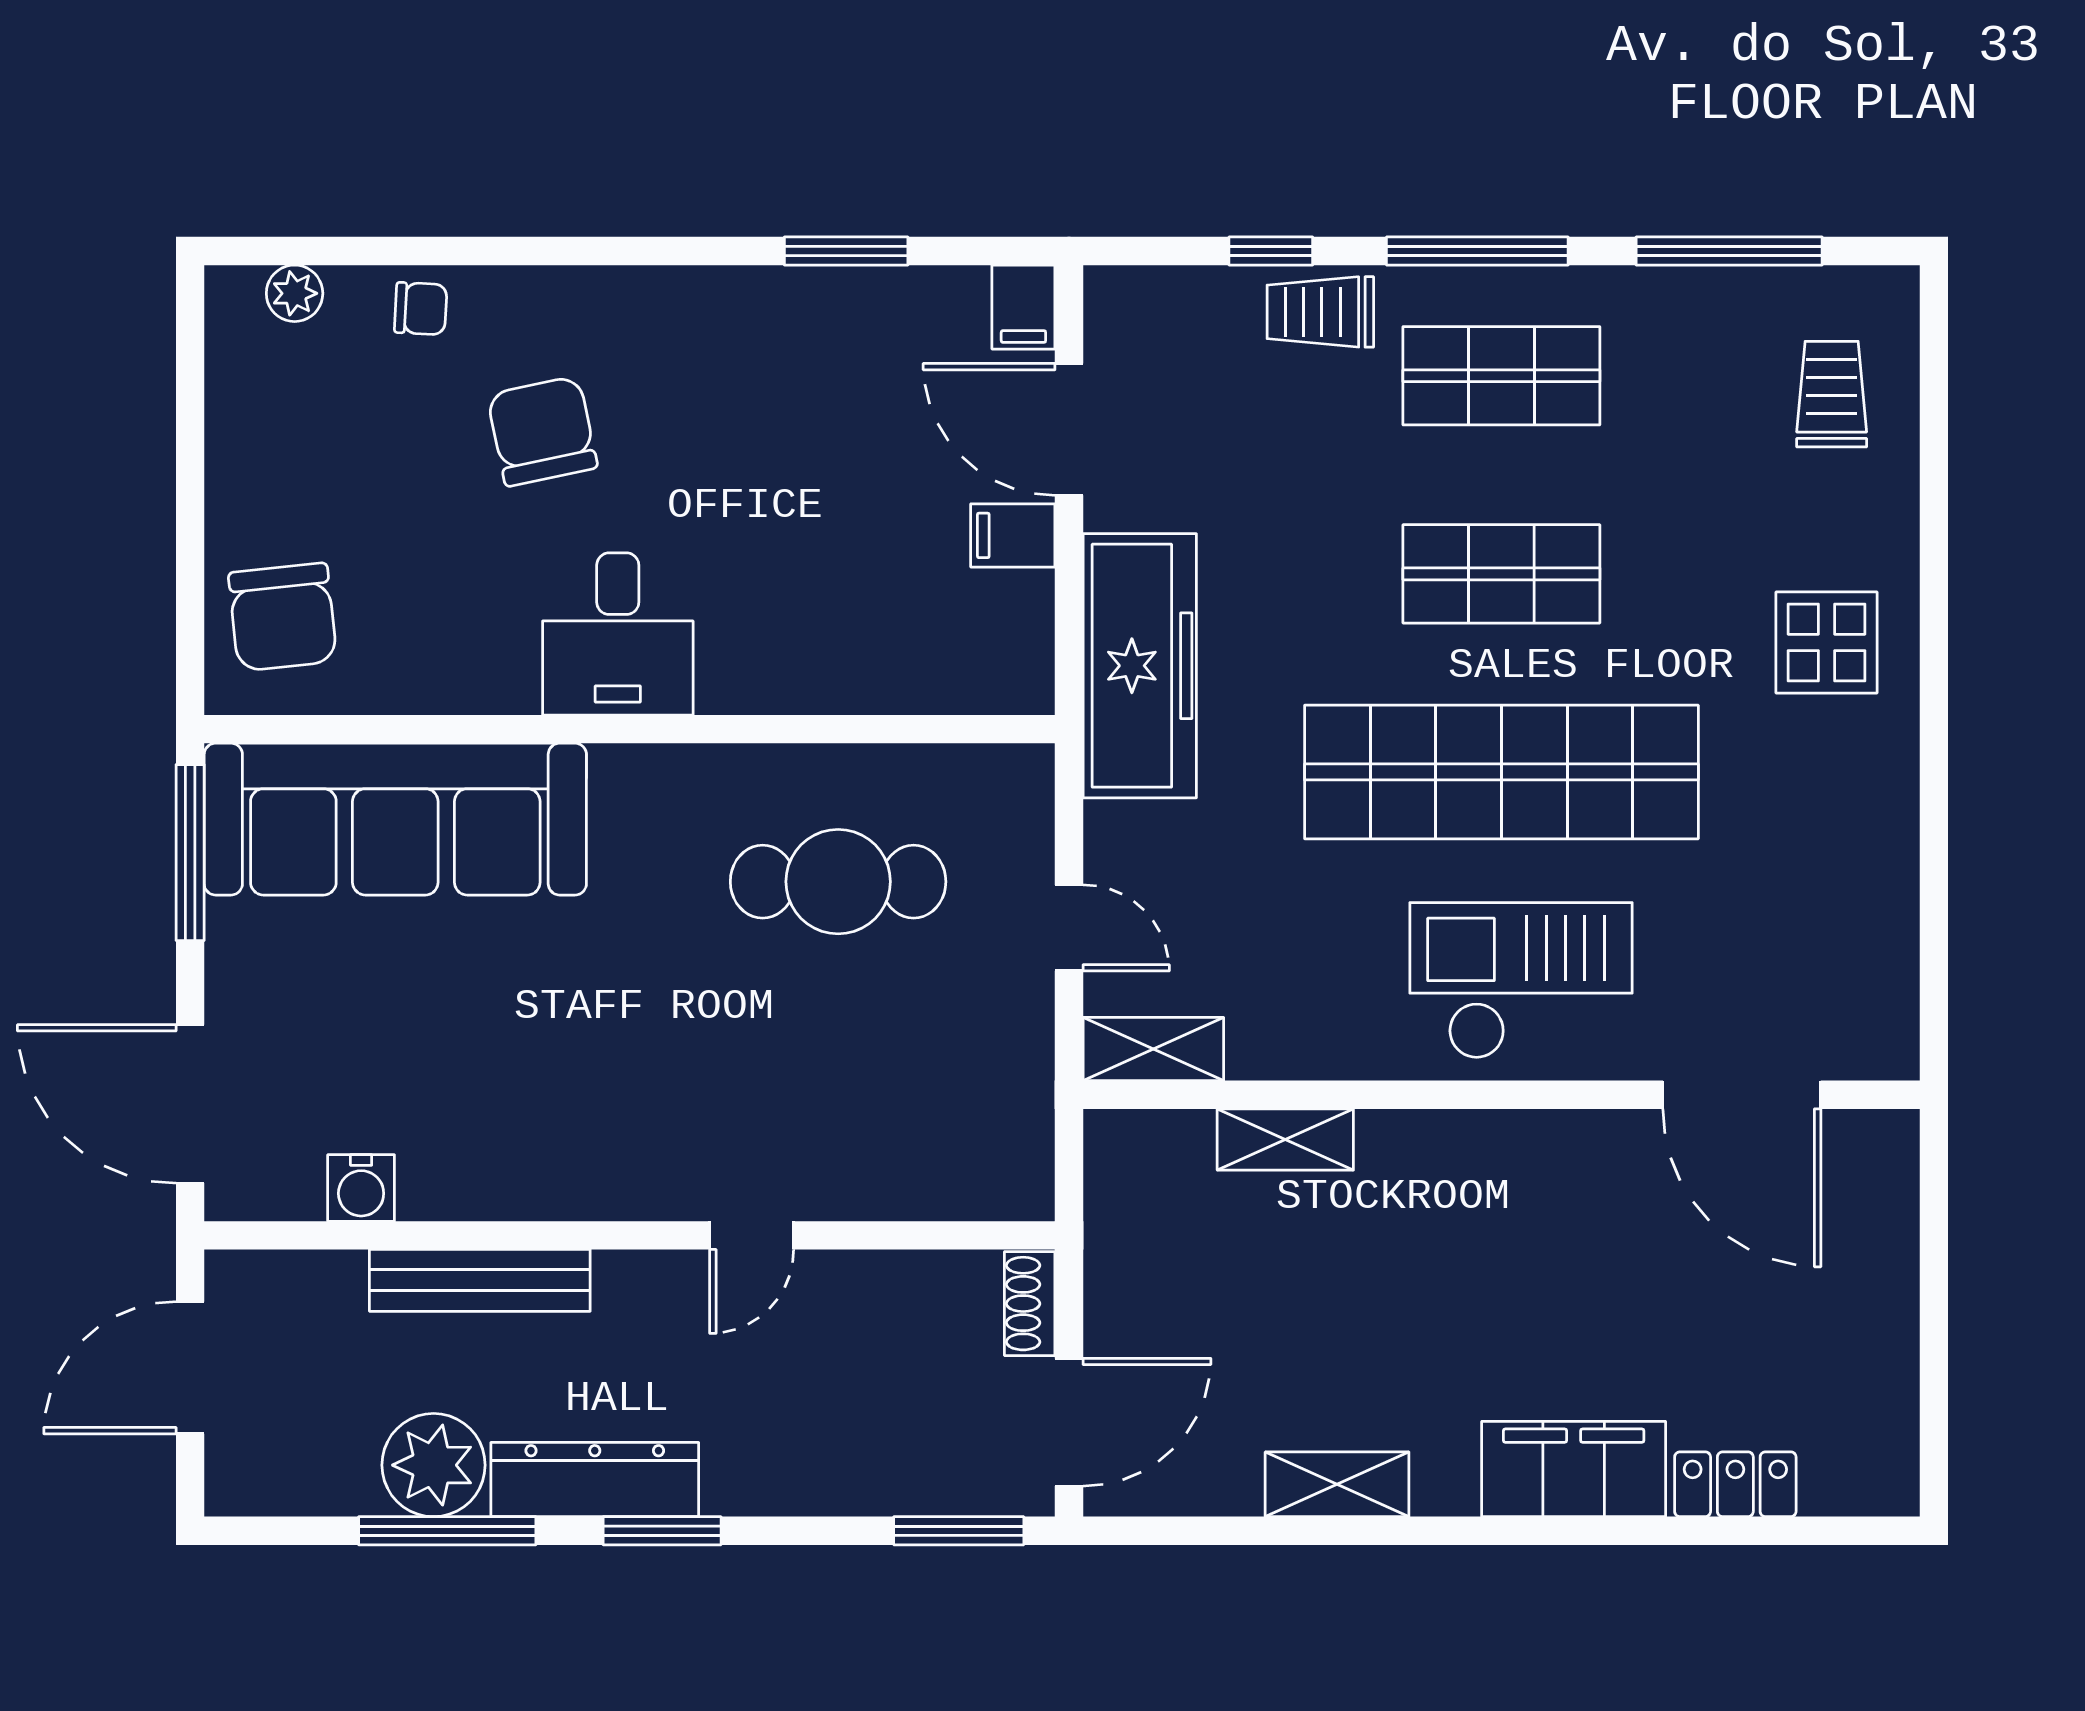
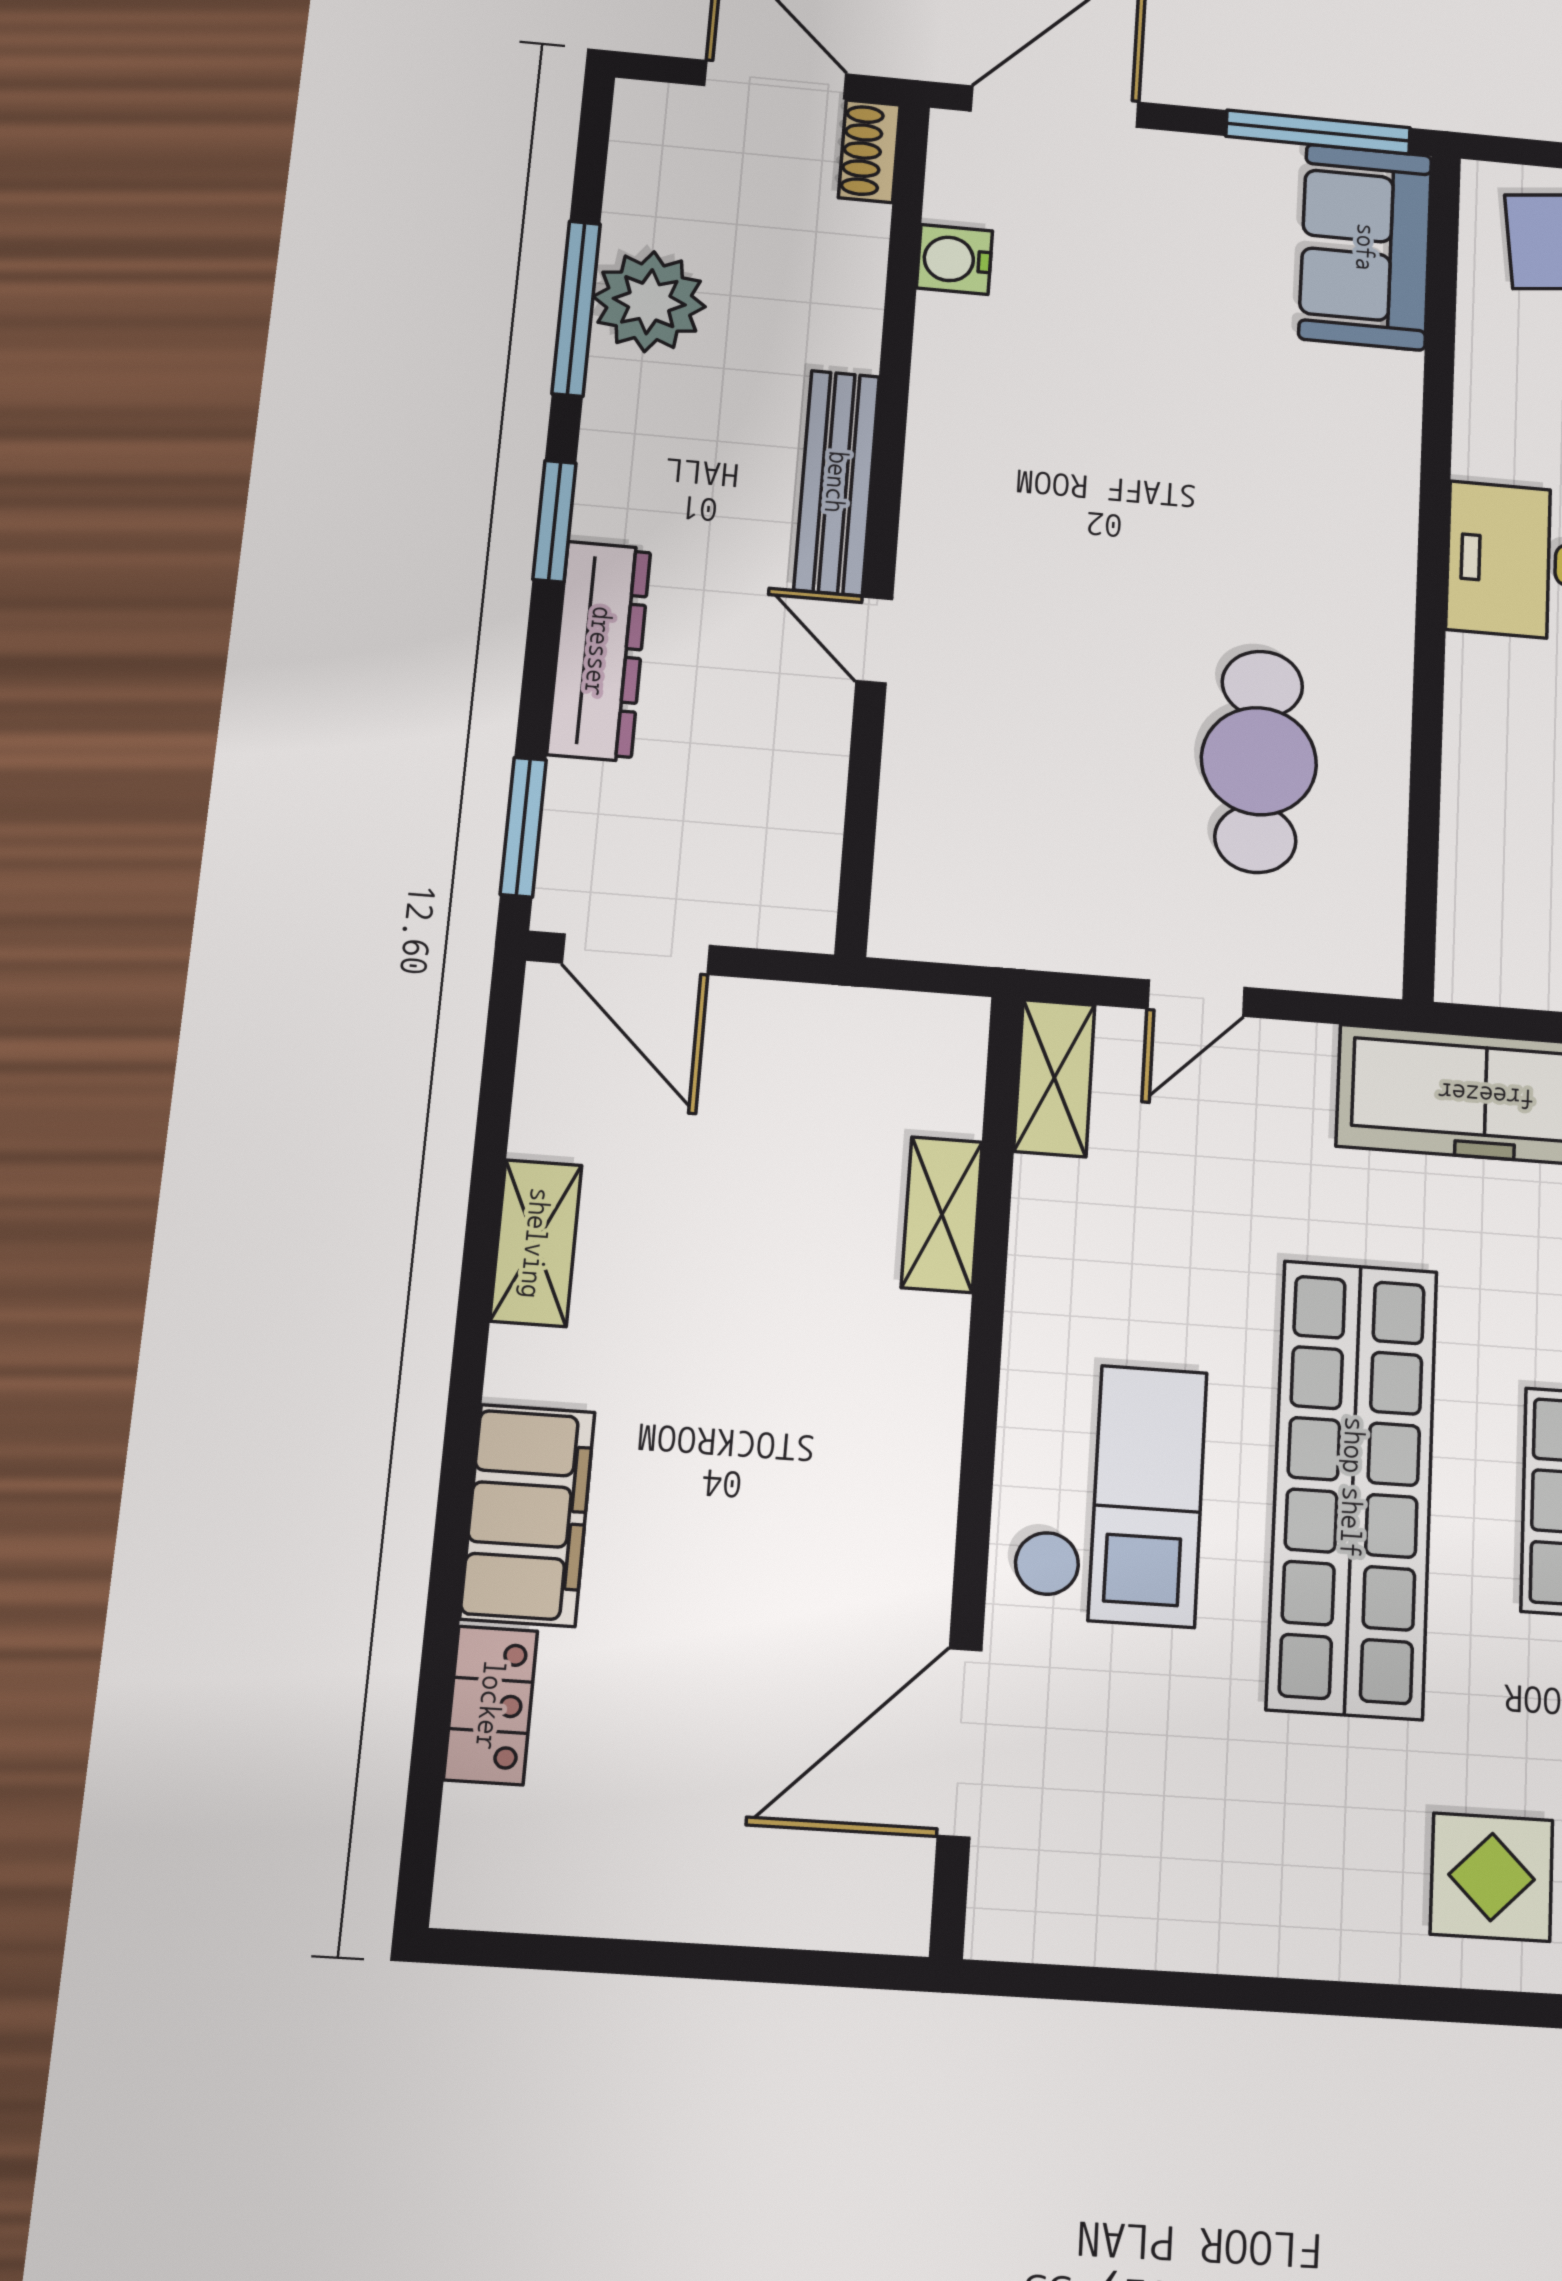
sofa: (395, 819) -> (1366, 247), width x0.54, depth x0.79
bench: (480, 1280) -> (837, 482), moved
shoe rack: (1030, 1304) -> (869, 151), moved, turned -90
dresser: (595, 1480) -> (599, 651), moved

